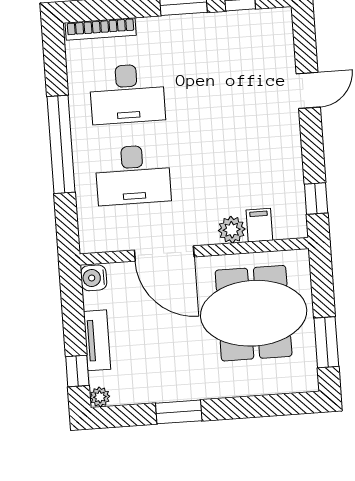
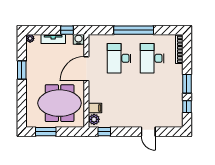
plant: (232, 230) -> (94, 119), moved
meeting table: (254, 313) -> (60, 103), turned 90
window: (77, 371) -> (67, 30), moved

